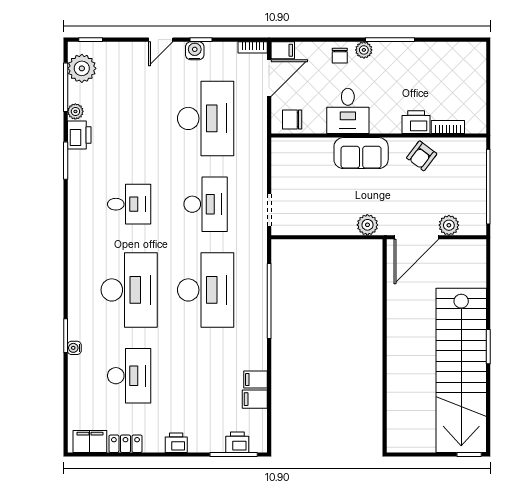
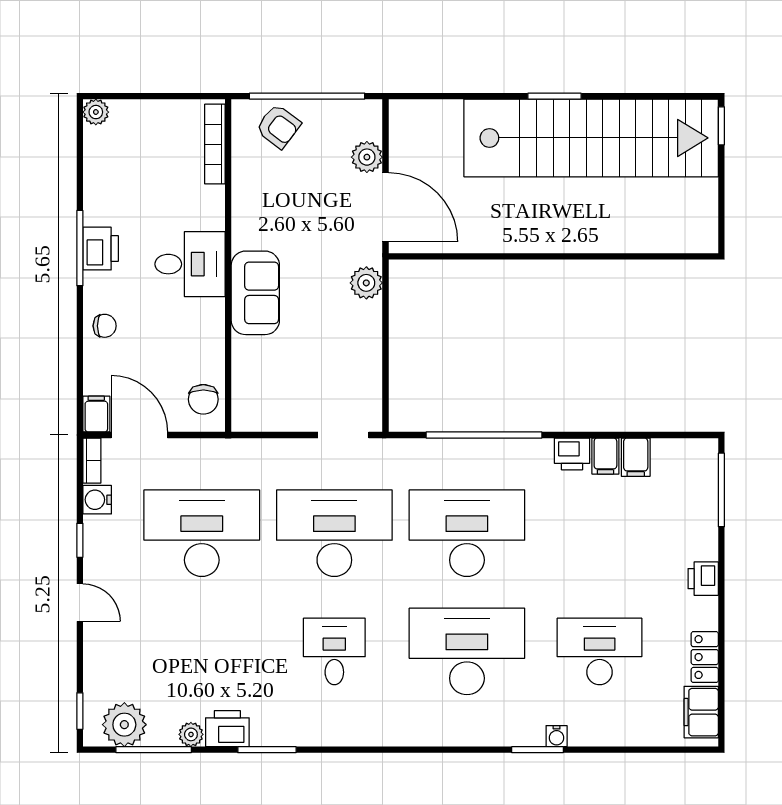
plant: (364, 50) -> (96, 112), moved
water cooler: (195, 51) -> (97, 500), moved
desk: (348, 111) -> (190, 264), moved
printer: (416, 122) -> (101, 249), moved, turned 180
bookcase: (448, 127) -> (215, 144), width x1.56
armchair: (422, 156) -> (278, 126), moved
desk: (206, 204) -> (334, 533), width x1.36, depth x1.30
printer: (237, 442) -> (572, 454), moved, turned -90

